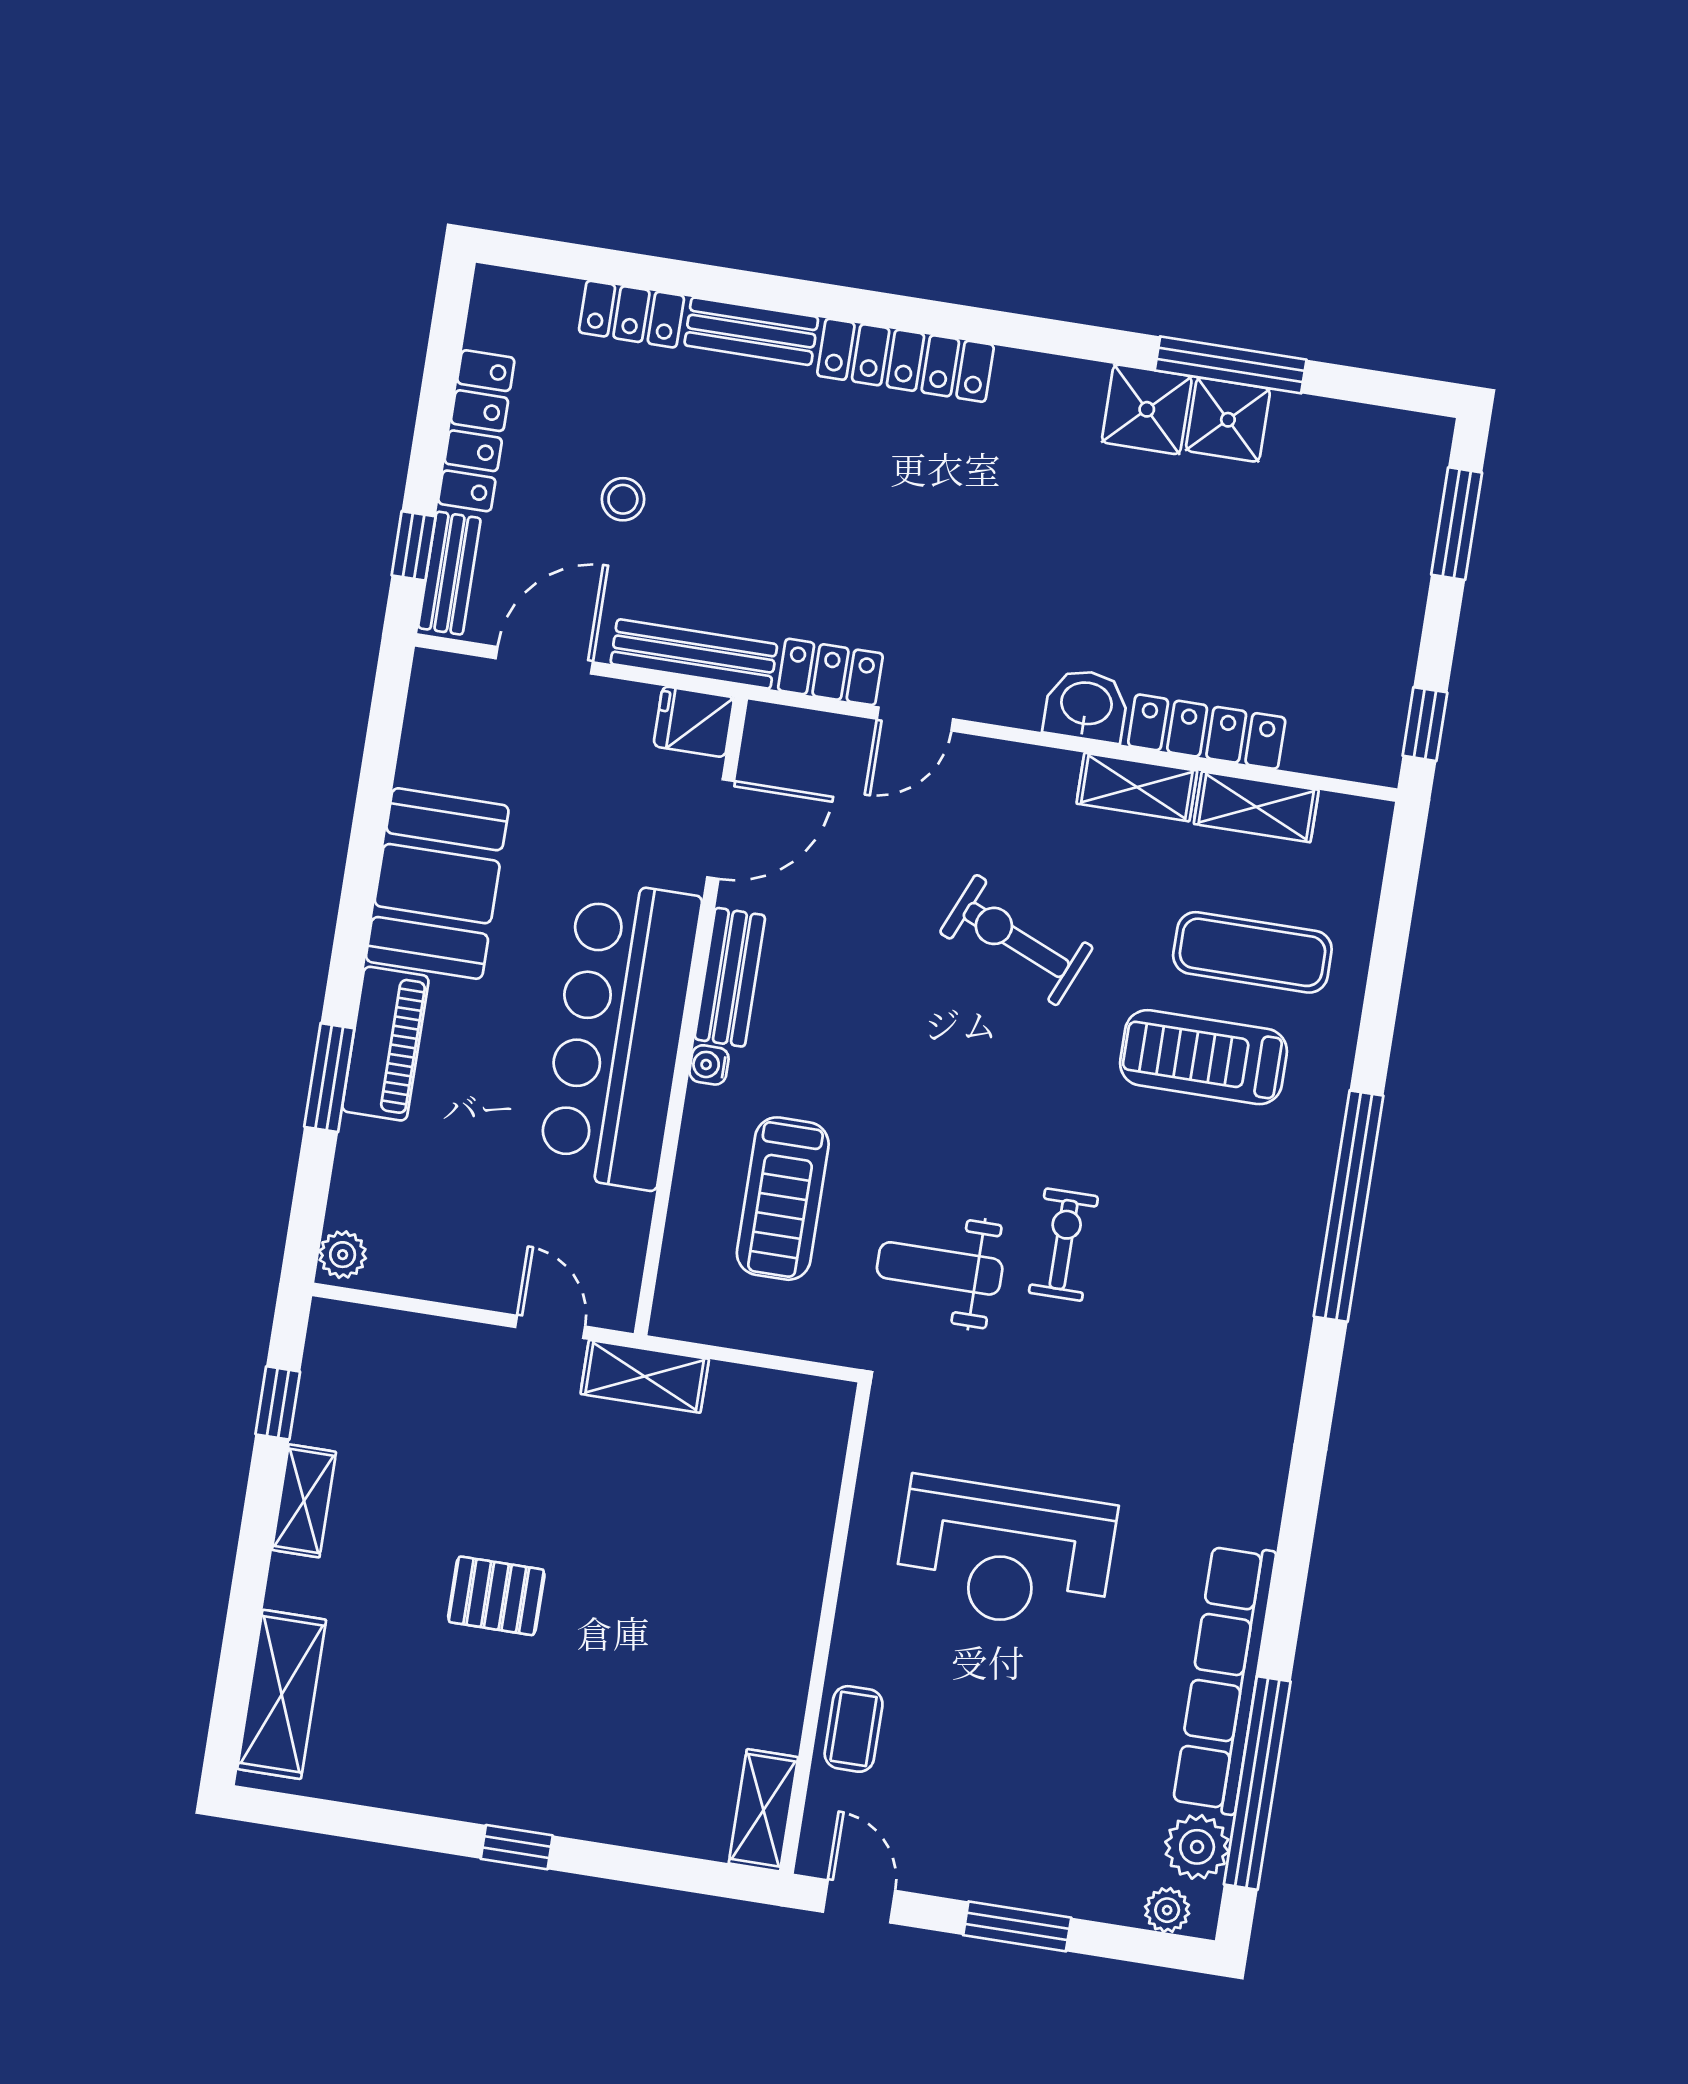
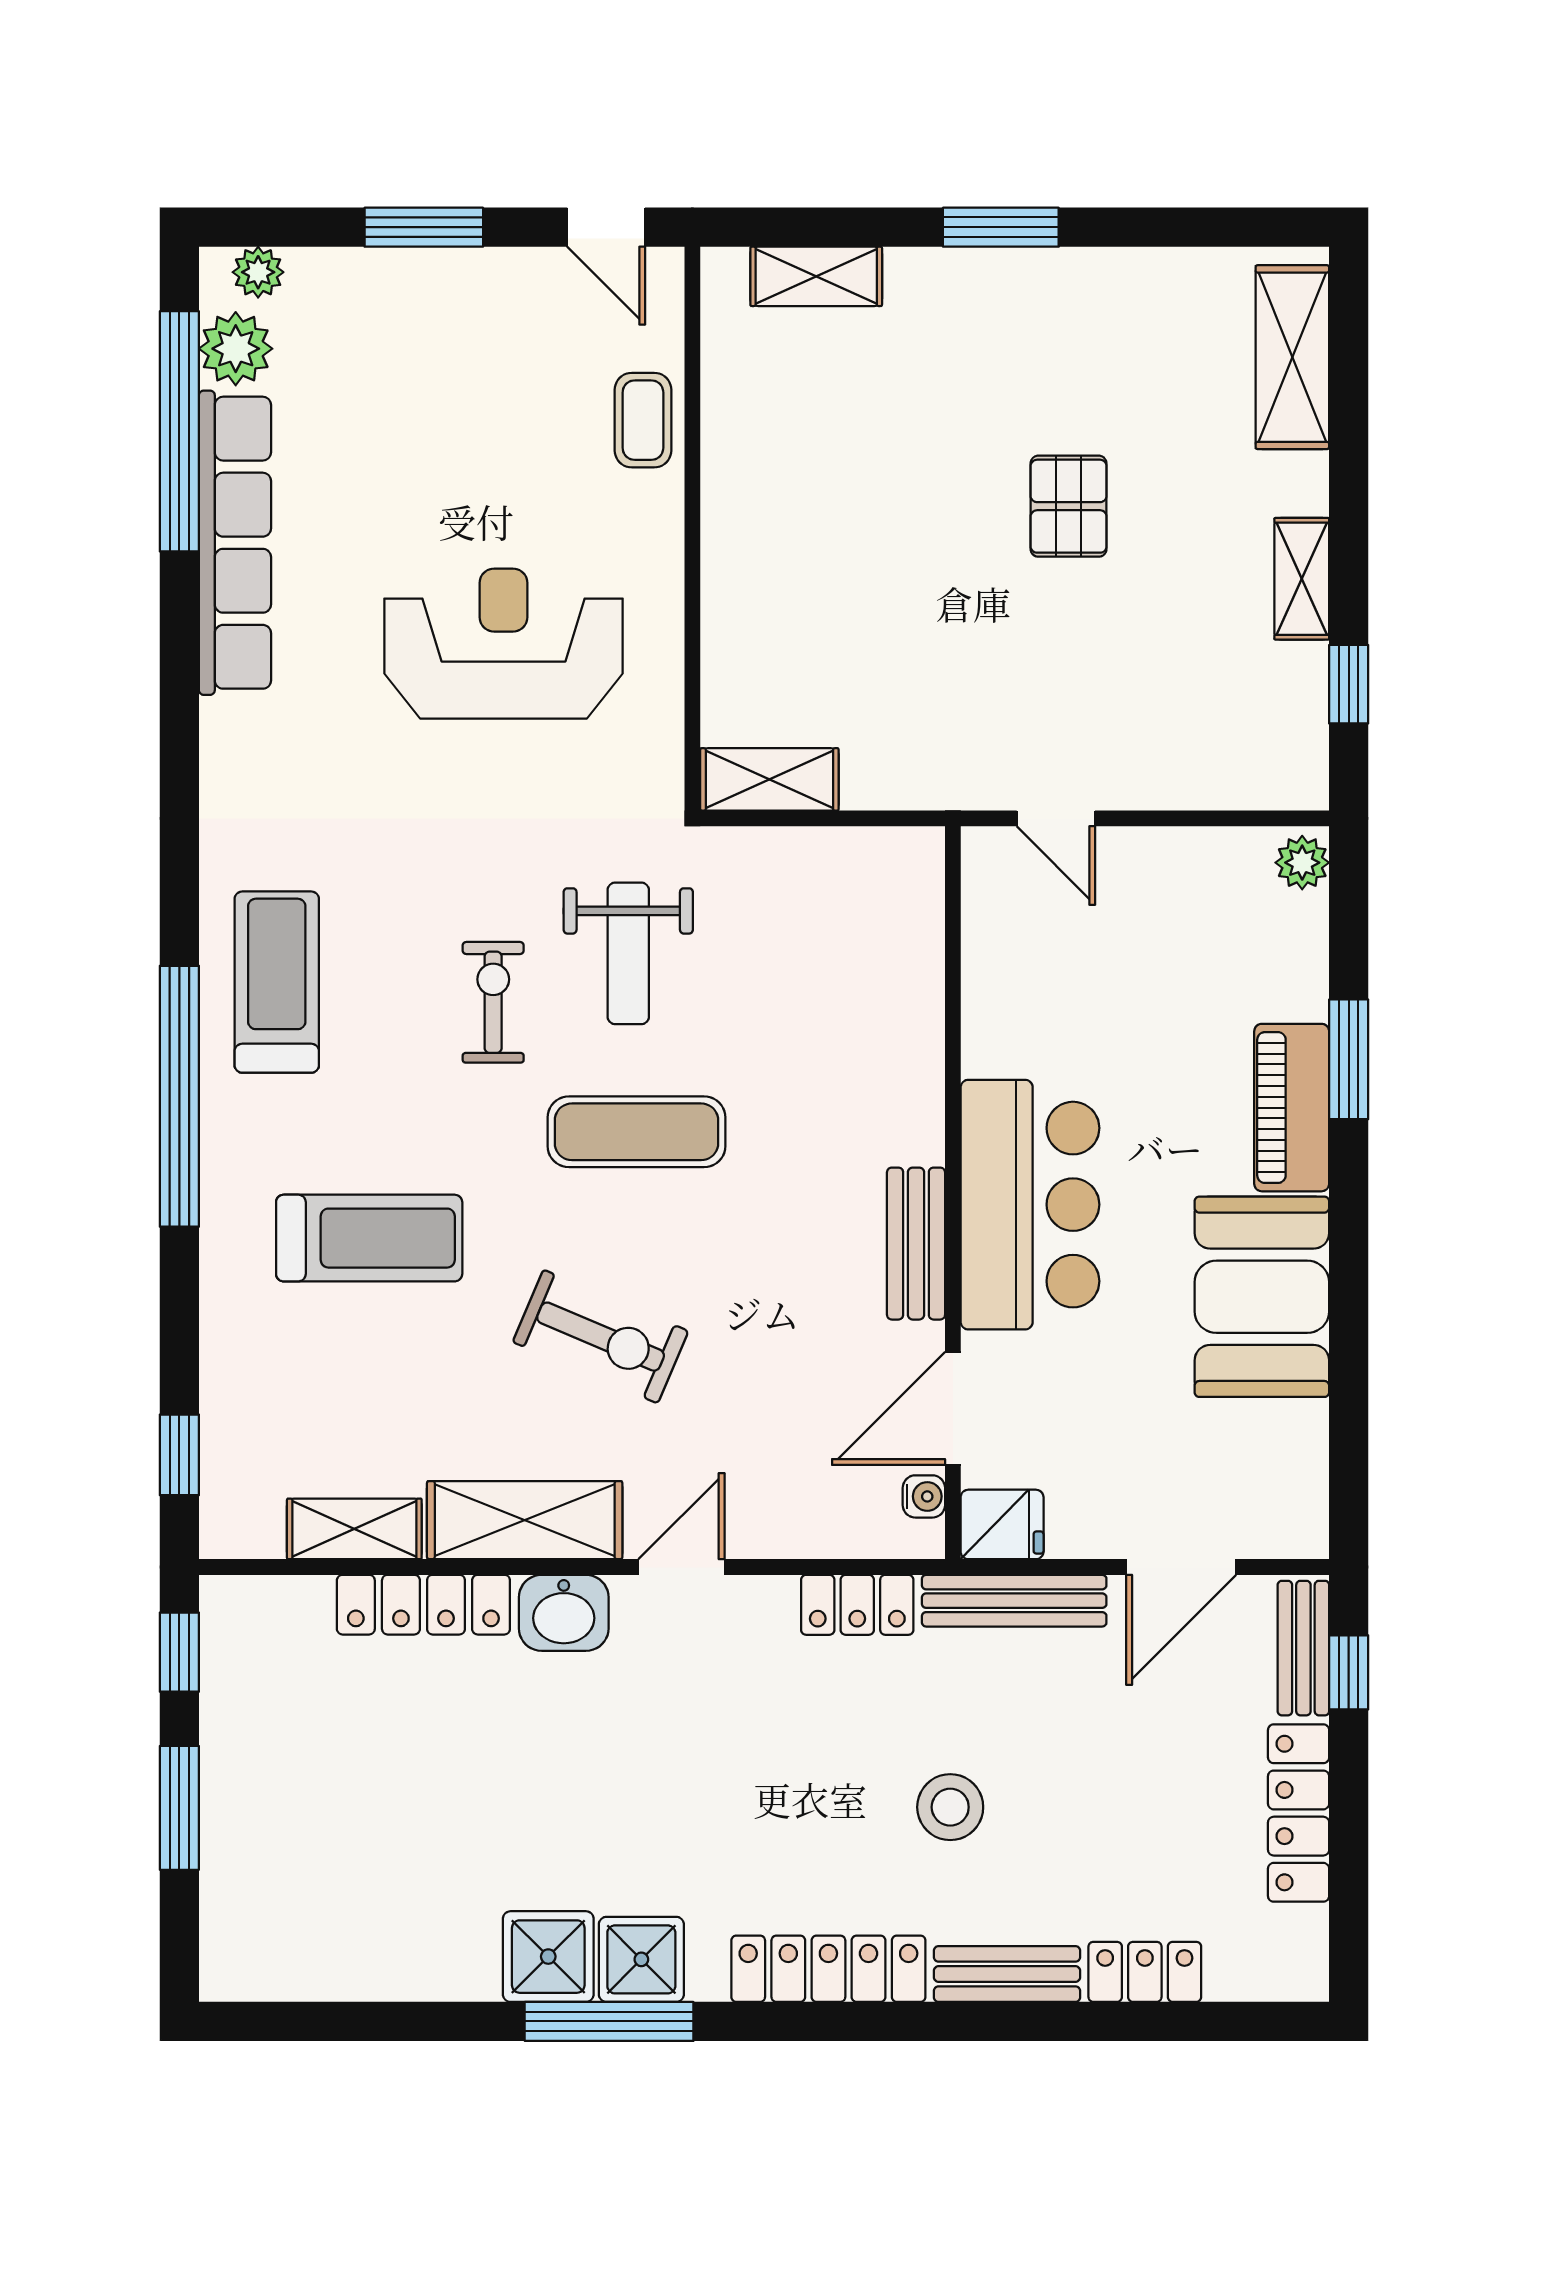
window: (1231, 365) -> (609, 2021), moved
shower: (1228, 420) -> (641, 1959), moved
stool: (623, 499) -> (950, 1807), moved, width x1.37, depth x1.37
window: (1457, 524) -> (179, 1808), moved
door: (915, 719) -> (682, 1567), moved
shelving: (1137, 787) -> (525, 1520), width x1.50, depth x1.33
window: (1398, 895) -> (179, 1455), added
exercise mat: (1252, 952) -> (636, 1132), moved
bar counter: (619, 1035) -> (1030, 1205), width x0.73
water cooler: (709, 1065) -> (924, 1496), moved
treadmill: (783, 1199) -> (277, 982), moved
exercise bike: (1063, 1245) -> (493, 1002), turned 180
weight bench: (940, 1268) -> (628, 953), turned 90
shelving: (645, 1376) -> (769, 779), moved
pallet: (496, 1596) -> (1069, 506), turned 90
shelving: (763, 1810) -> (816, 276), moved, turned 90
window: (517, 1847) -> (1001, 227), width x1.50

